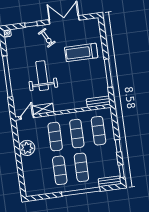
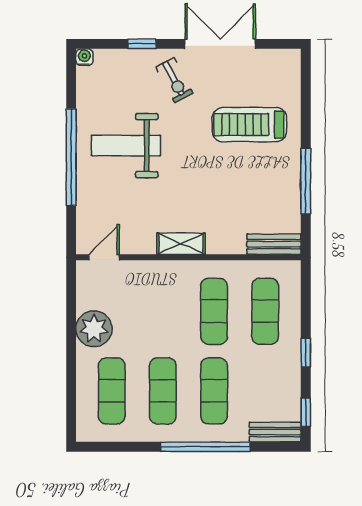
weight bench: (42, 76) -> (126, 146), moved, turned -90
shelving: (43, 109) -> (181, 244), moved
exercise mat: (55, 137) -> (112, 391), moved

